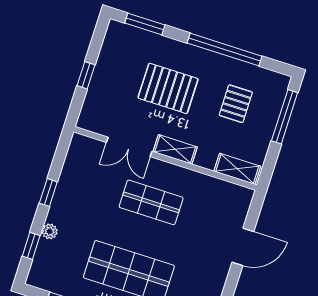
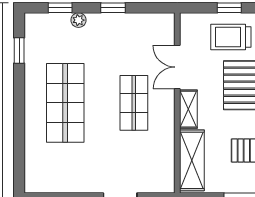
trolley: (116, 83) -> (231, 37), added
shelving: (237, 169) -> (192, 160), width x1.50, depth x1.33

